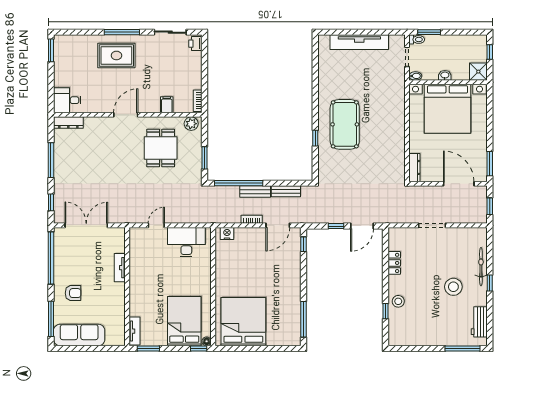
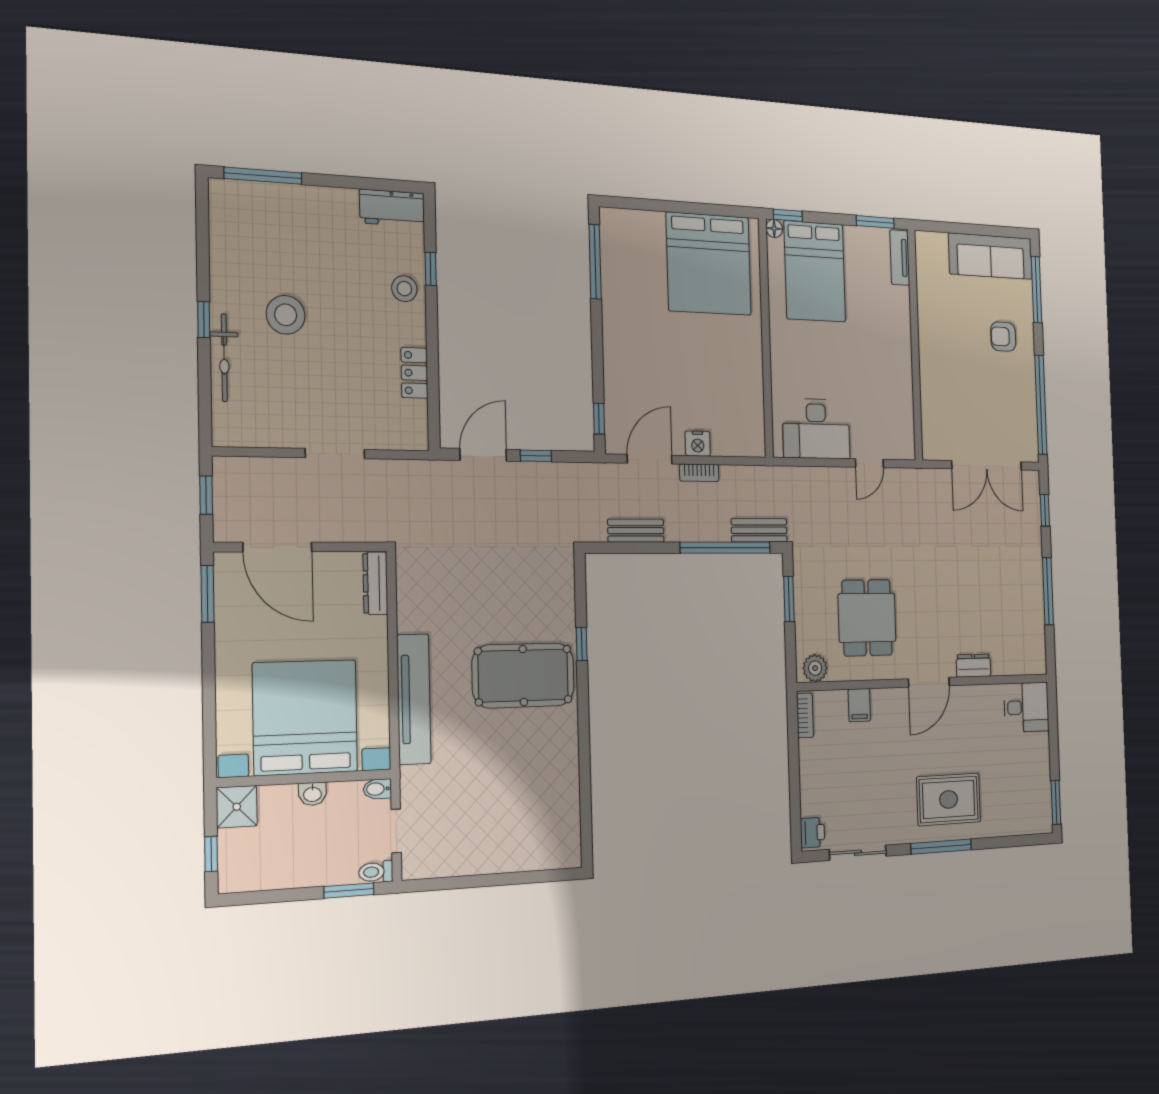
tv unit: (359, 42) -> (414, 699), moved, turned 90
dresser: (68, 123) -> (973, 666), moved, width x0.70
pool table: (345, 124) -> (523, 675), turned 90
bench: (255, 192) -> (759, 530), moved
nightstand: (227, 233) -> (698, 444), moved
tv unit: (120, 268) -> (929, 382), removed
workbench: (479, 322) -> (392, 208), moved, turned 90

